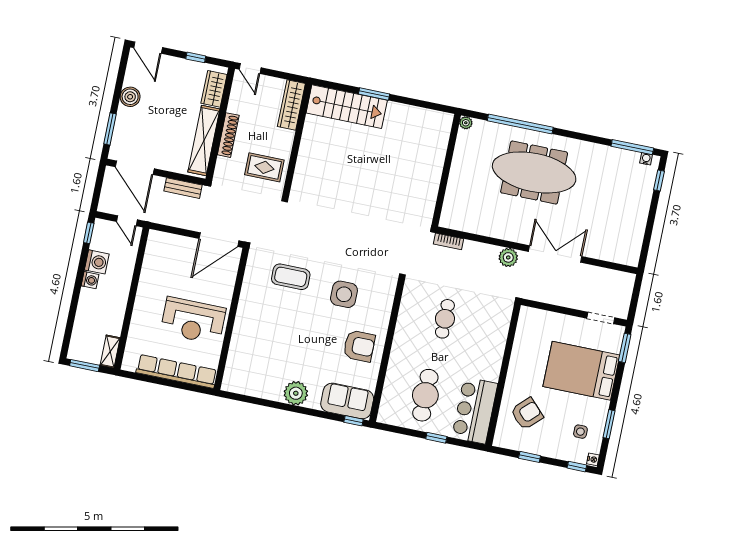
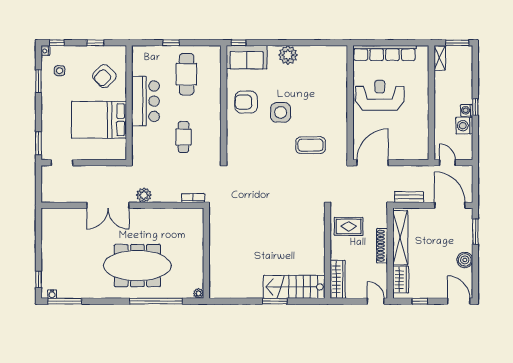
window: (89, 233) -> (475, 107), moved
side table: (344, 294) -> (281, 112), moved
bed: (581, 371) -> (99, 120), moved, turned 180
bar counter: (475, 410) -> (146, 101), moved

